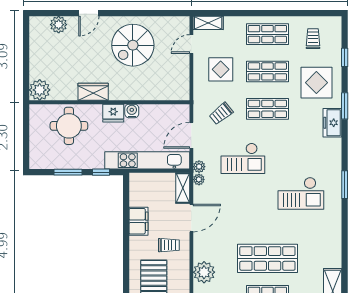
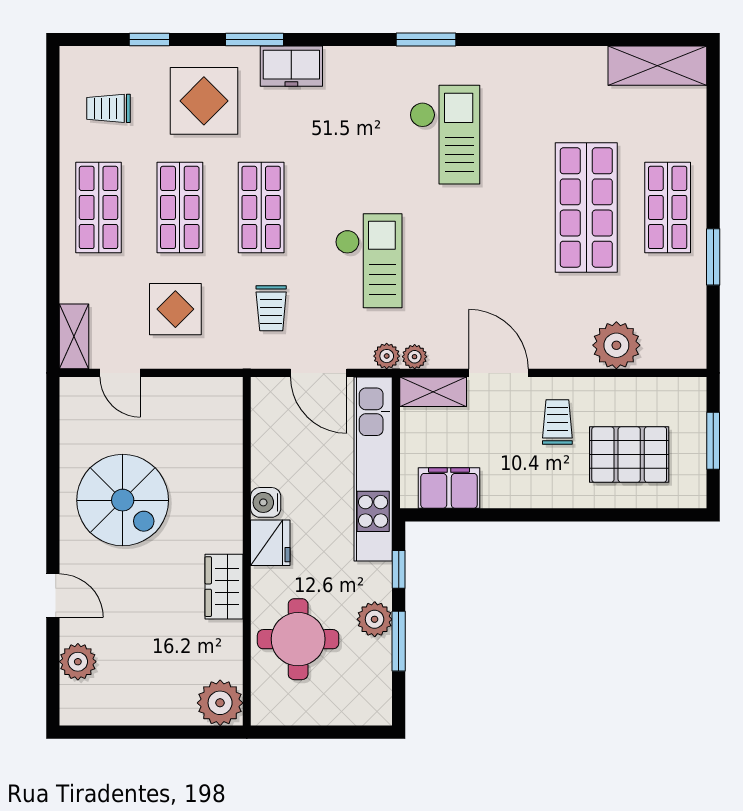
trolley: (221, 113) -> (271, 308), turned 39
plant: (78, 161) -> (375, 619), added
filing cabinet: (138, 221) -> (449, 488), moved

